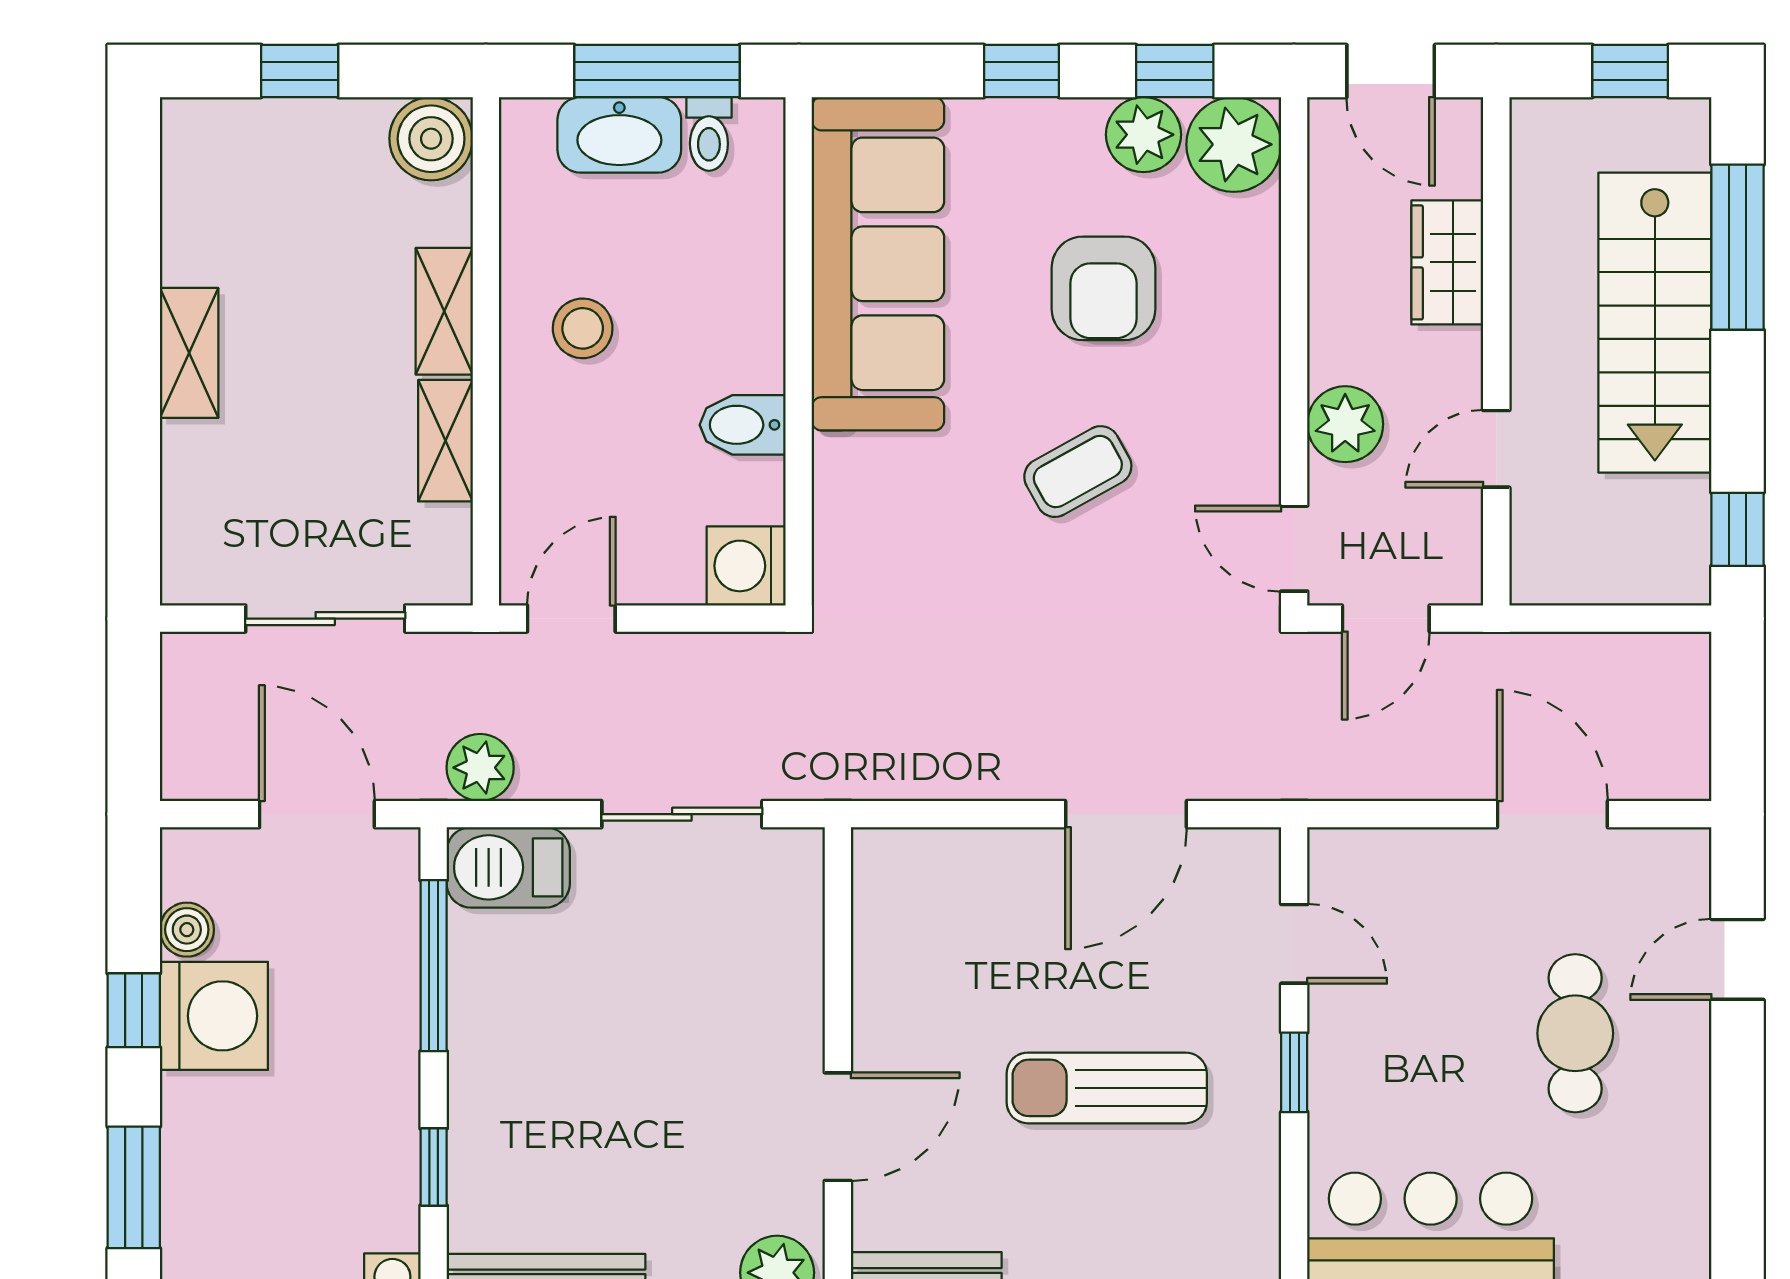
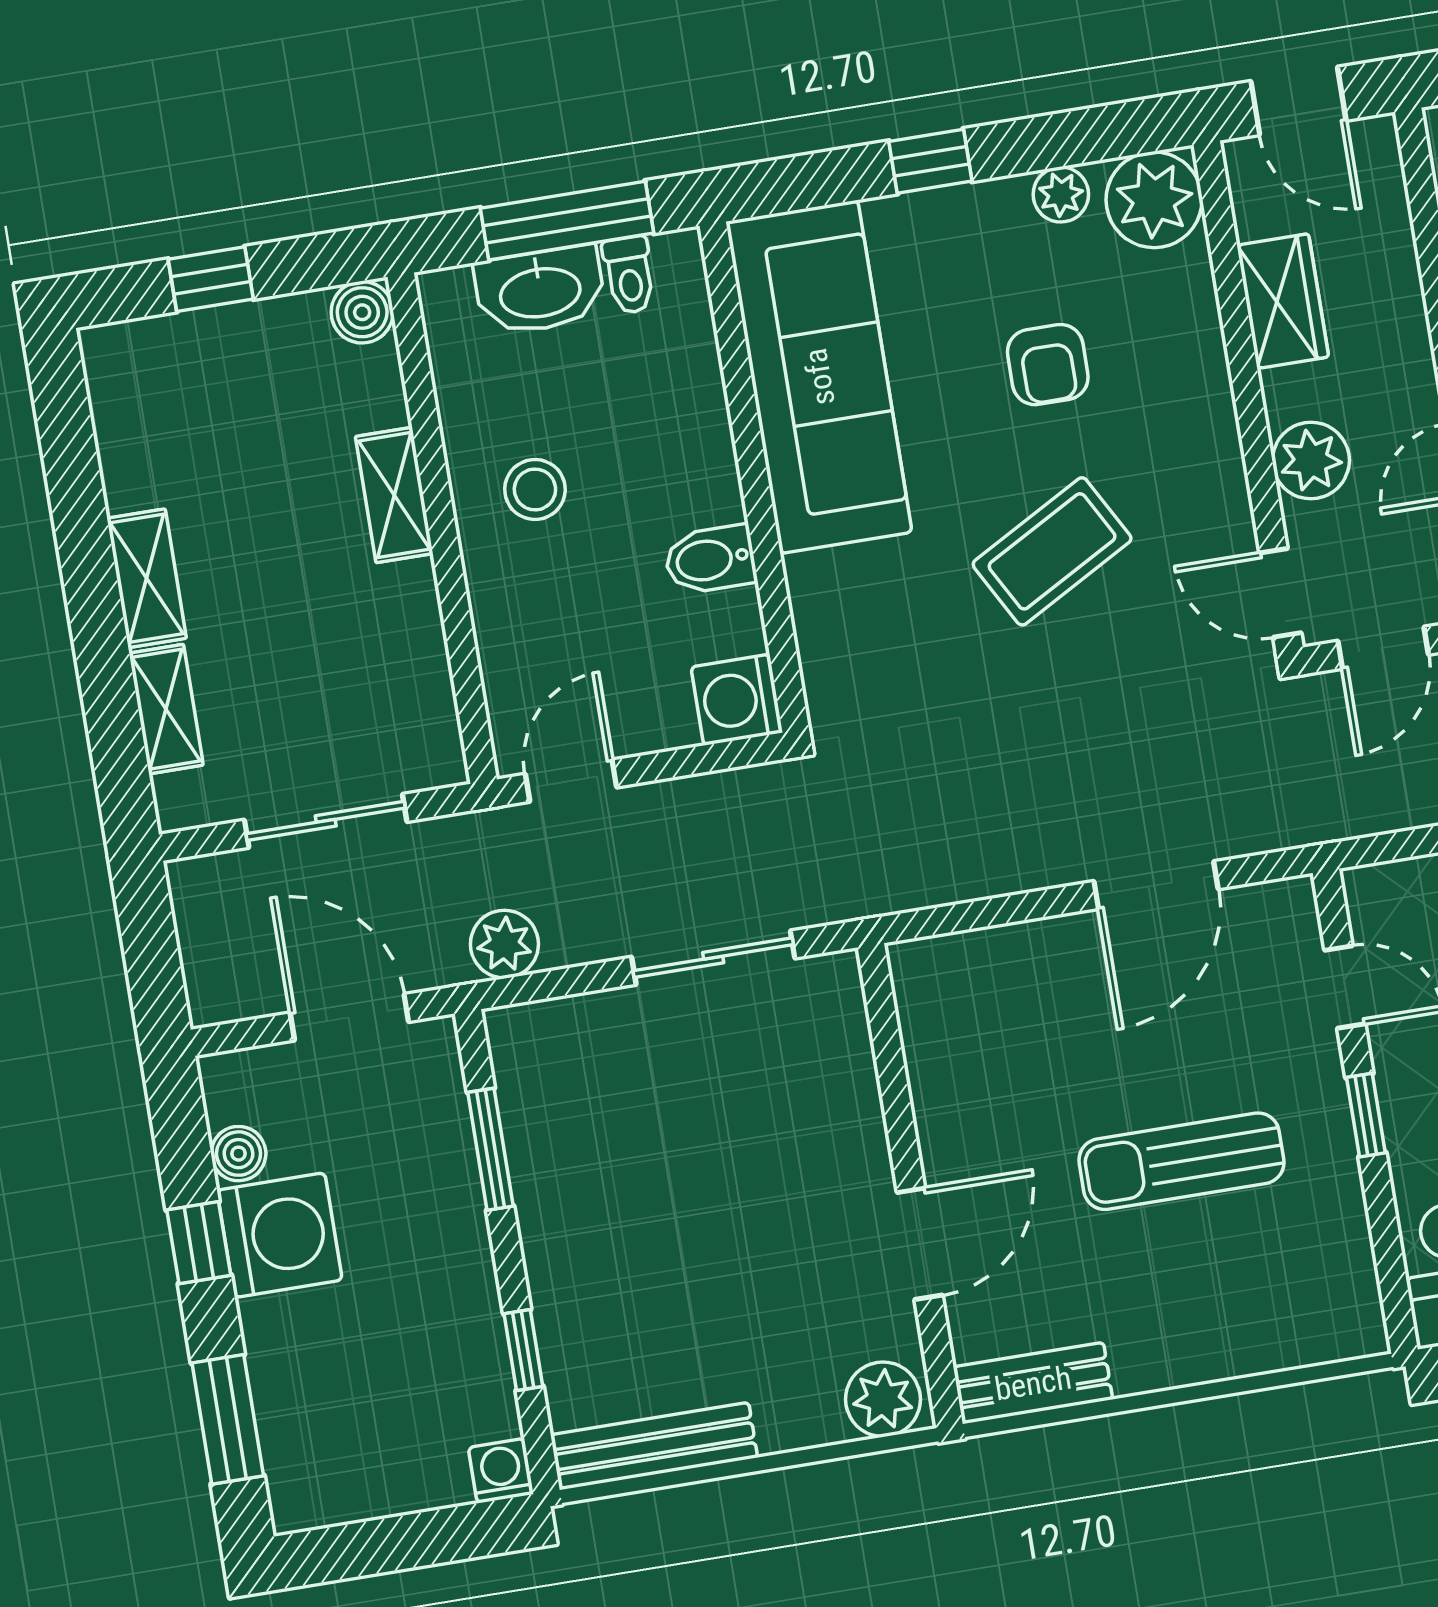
window: (1175, 71) -> (1083, 136), removed
plant: (1143, 135) -> (1061, 195), width x0.73, depth x0.73
boiler: (431, 139) -> (362, 312), width x0.73, depth x0.73
wardrobe: (1447, 262) -> (1283, 301), moved, turned 180
armchair: (1103, 288) -> (1048, 365), width x0.72, depth x0.72
shelving: (445, 441) -> (166, 709), moved
coffee table: (1078, 472) -> (1052, 551), width x1.36, depth x1.30
barbecue: (508, 867) -> (549, 1039), removed
window: (434, 966) -> (490, 1149), width x0.69

